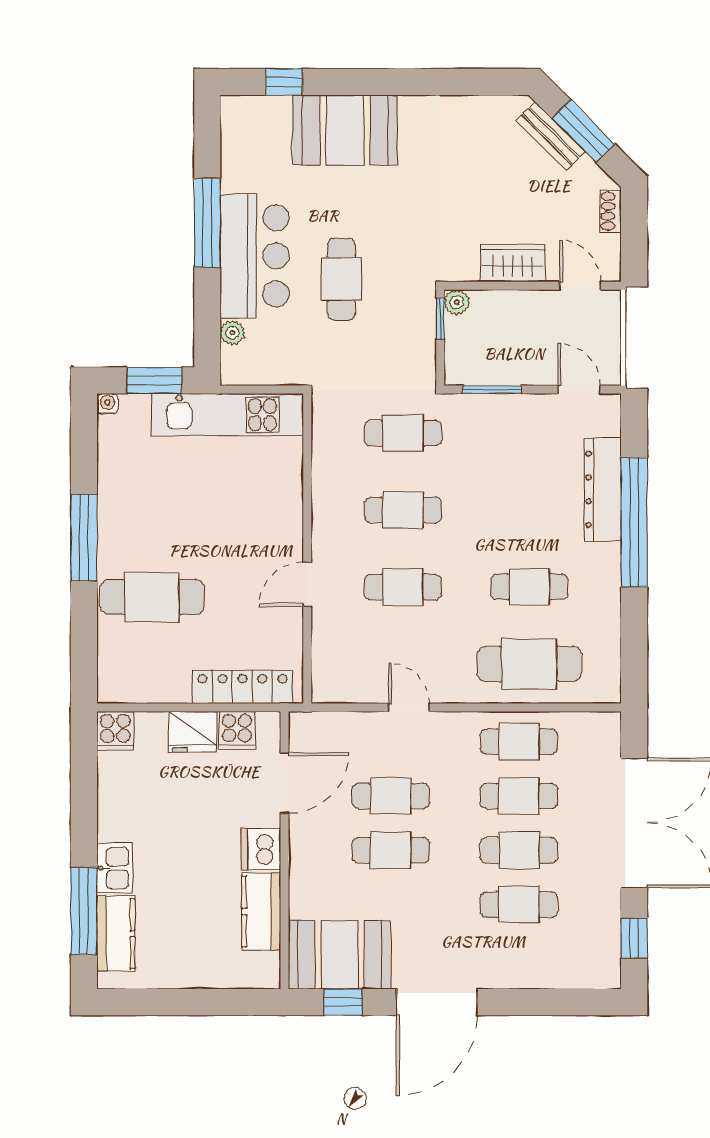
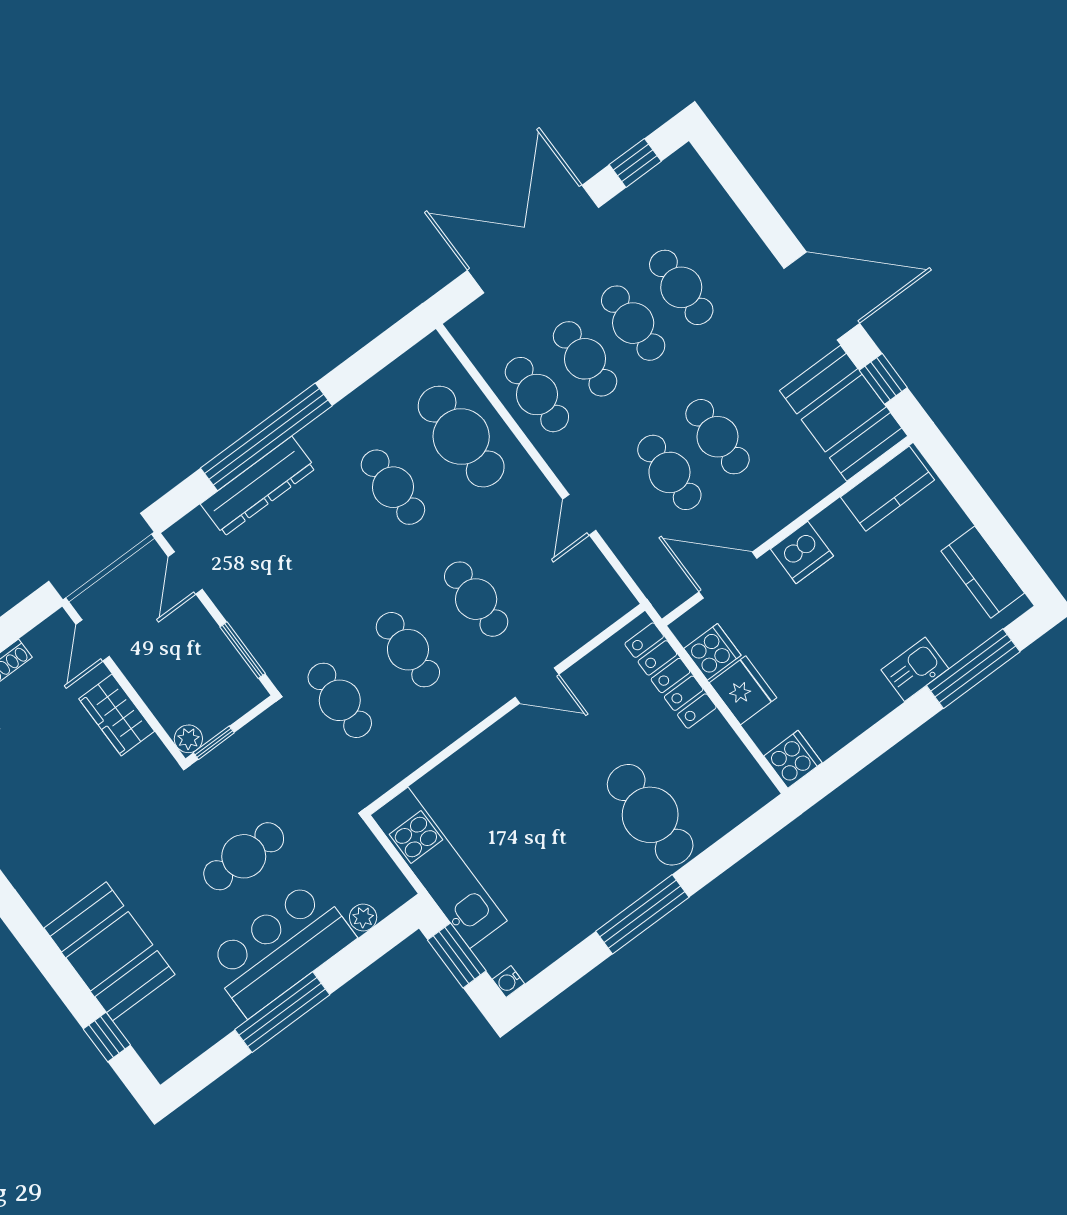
kitchen counter: (261, 912) -> (888, 489), moved
kitchen counter: (116, 934) -> (983, 572), moved, turned -90

